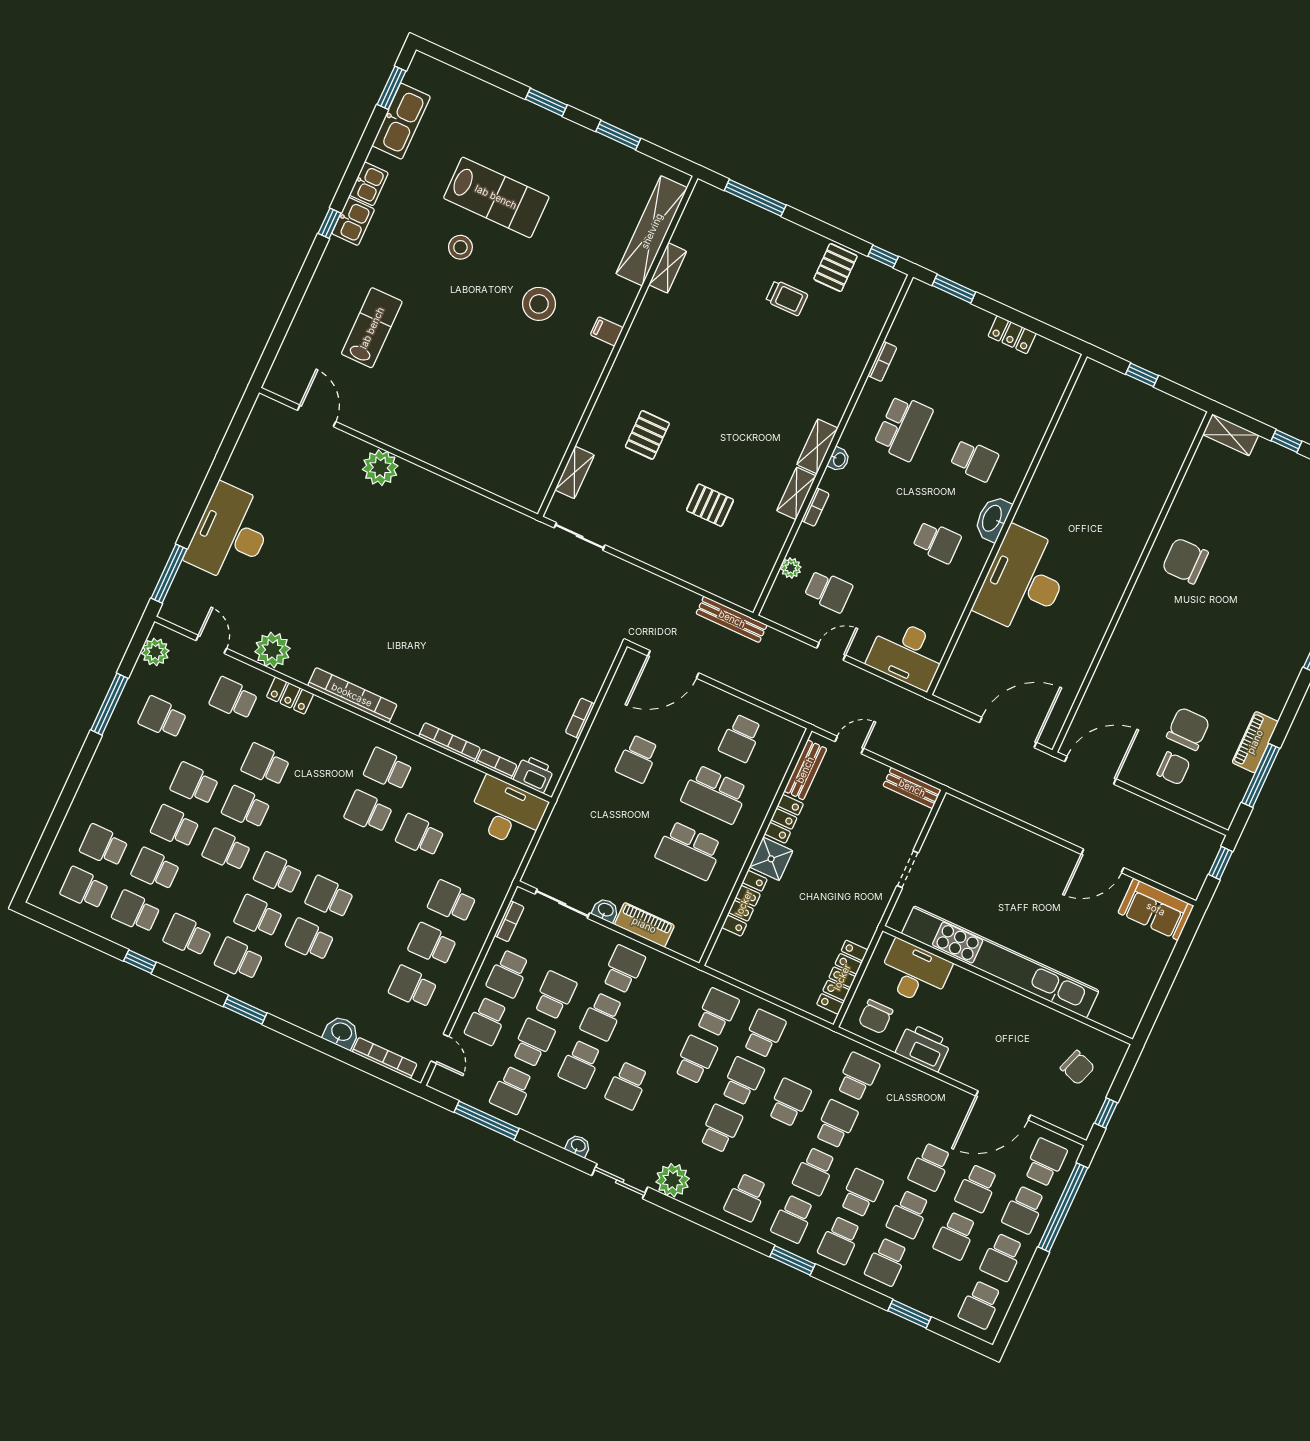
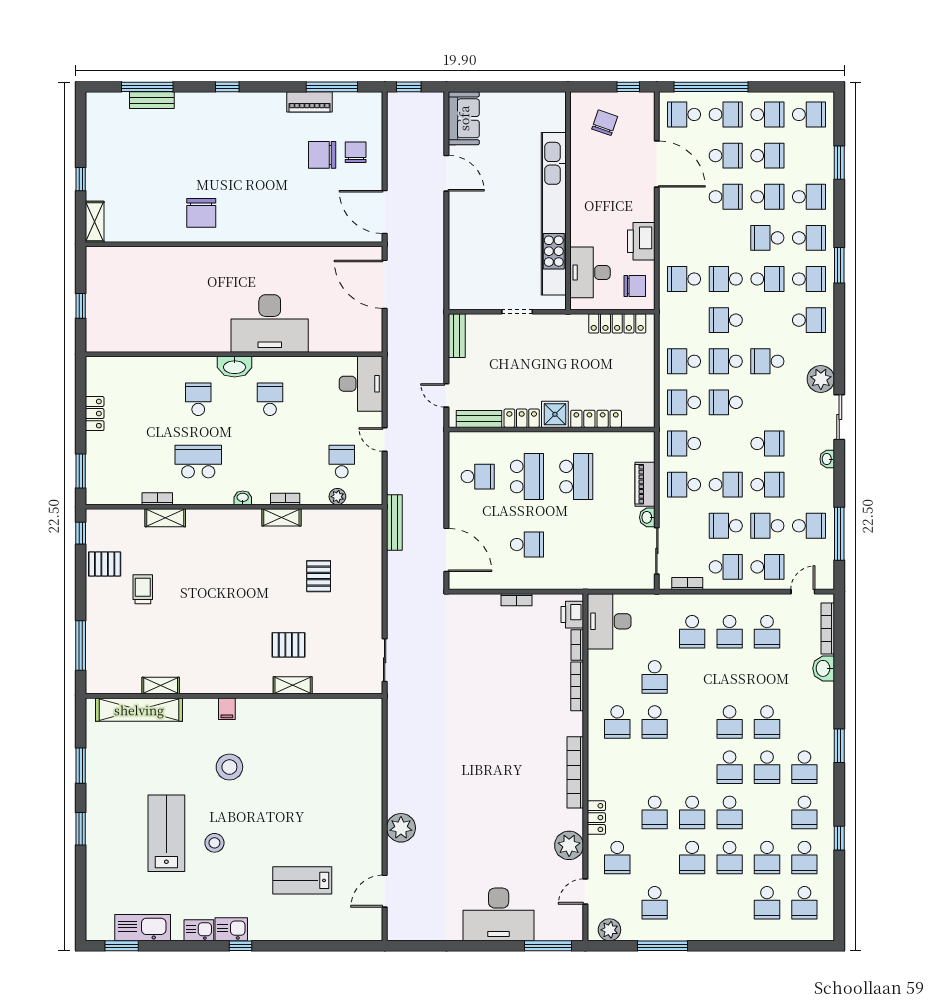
shelving: (817, 446) -> (165, 518), moved
shelving: (575, 472) -> (293, 685), moved
school desk: (670, 991) -> (684, 444), added

